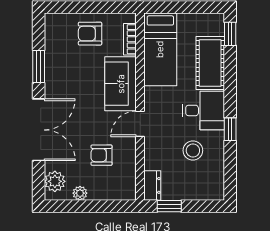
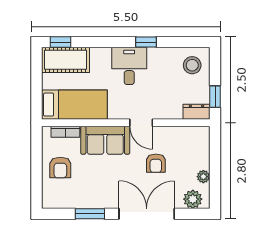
cot: (210, 63) -> (66, 60), moved
stool: (193, 150) -> (192, 65), moved
armchair: (102, 155) -> (156, 163), moved

